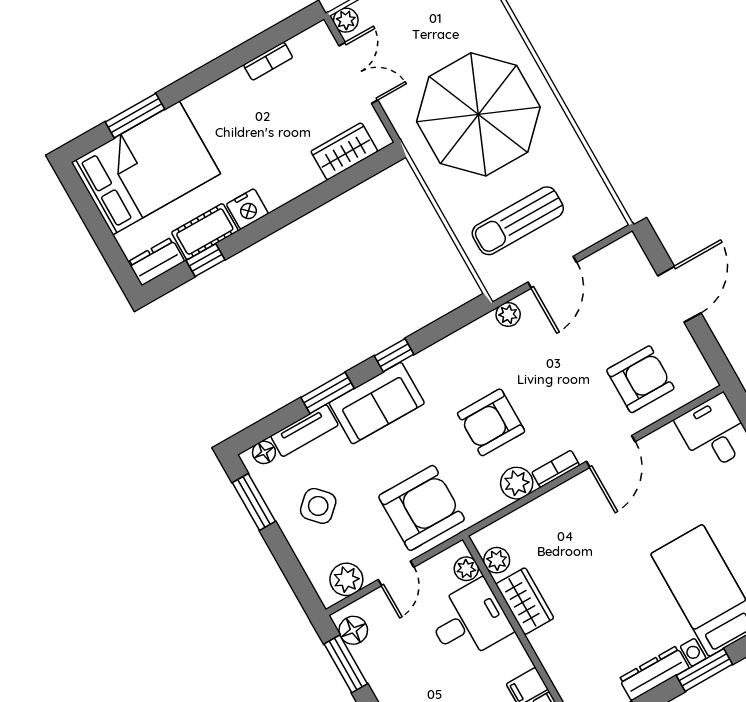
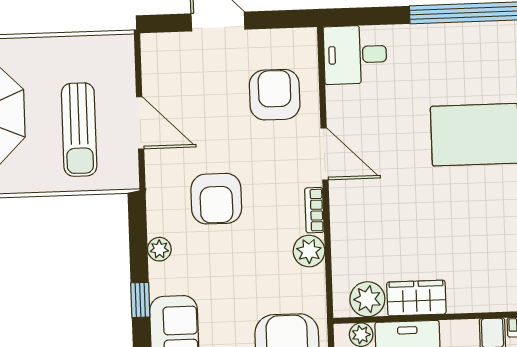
plant: (508, 314) -> (159, 249), moved
armchair: (491, 422) -> (216, 199), moved
plant: (497, 560) -> (367, 299), width x1.38, depth x1.38

